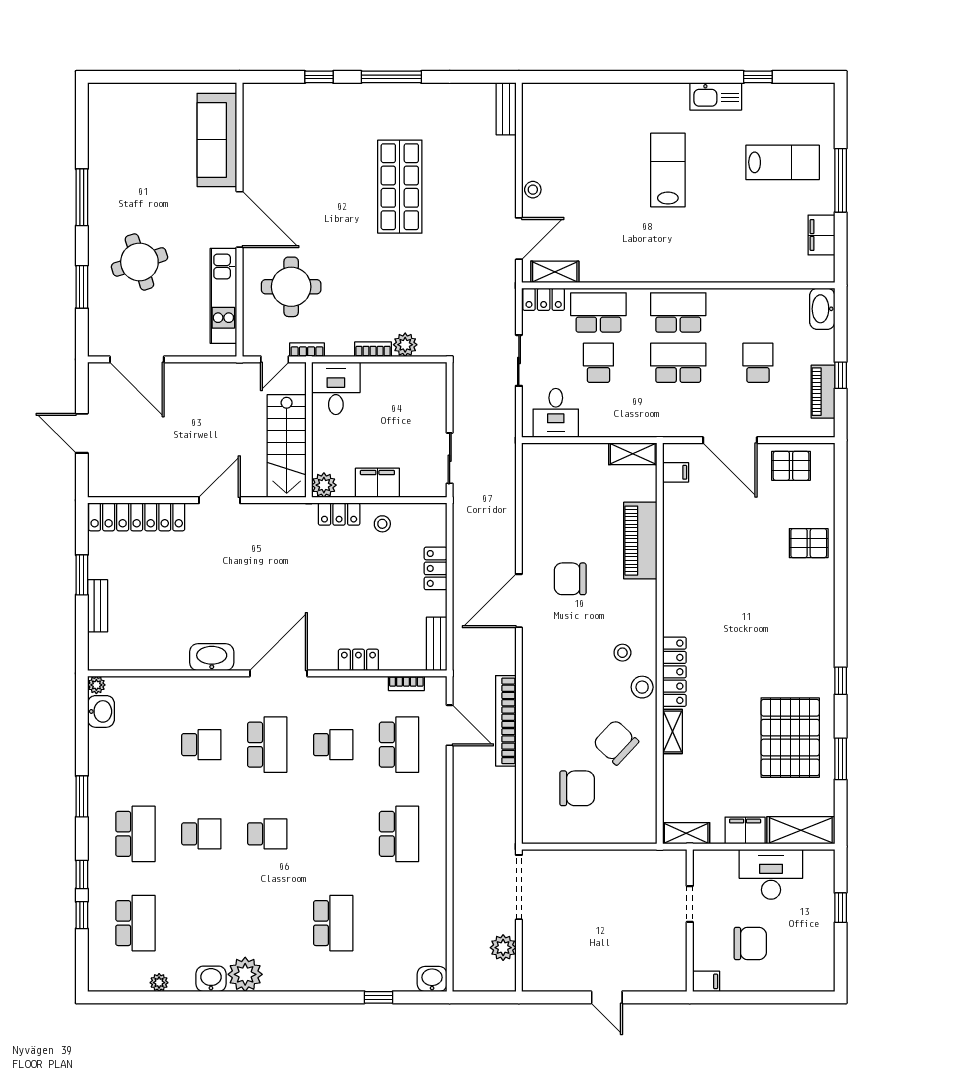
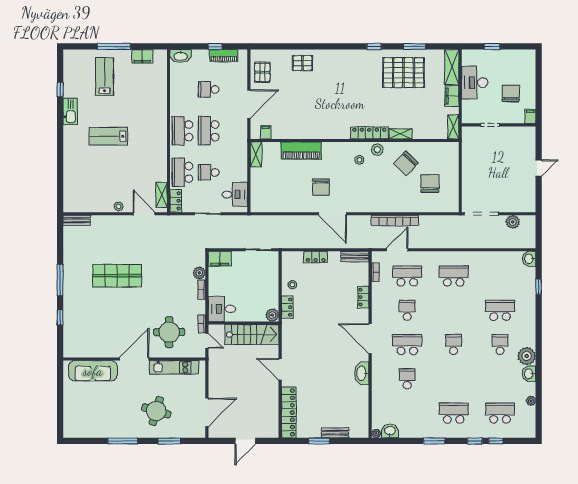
round table: (139, 262) -> (156, 411), turned 34
filing cabinet: (377, 483) -> (220, 259), moved, turned -90
pallet: (809, 543) -> (302, 63), turned 90
school desk: (201, 834) -> (500, 345), moved

